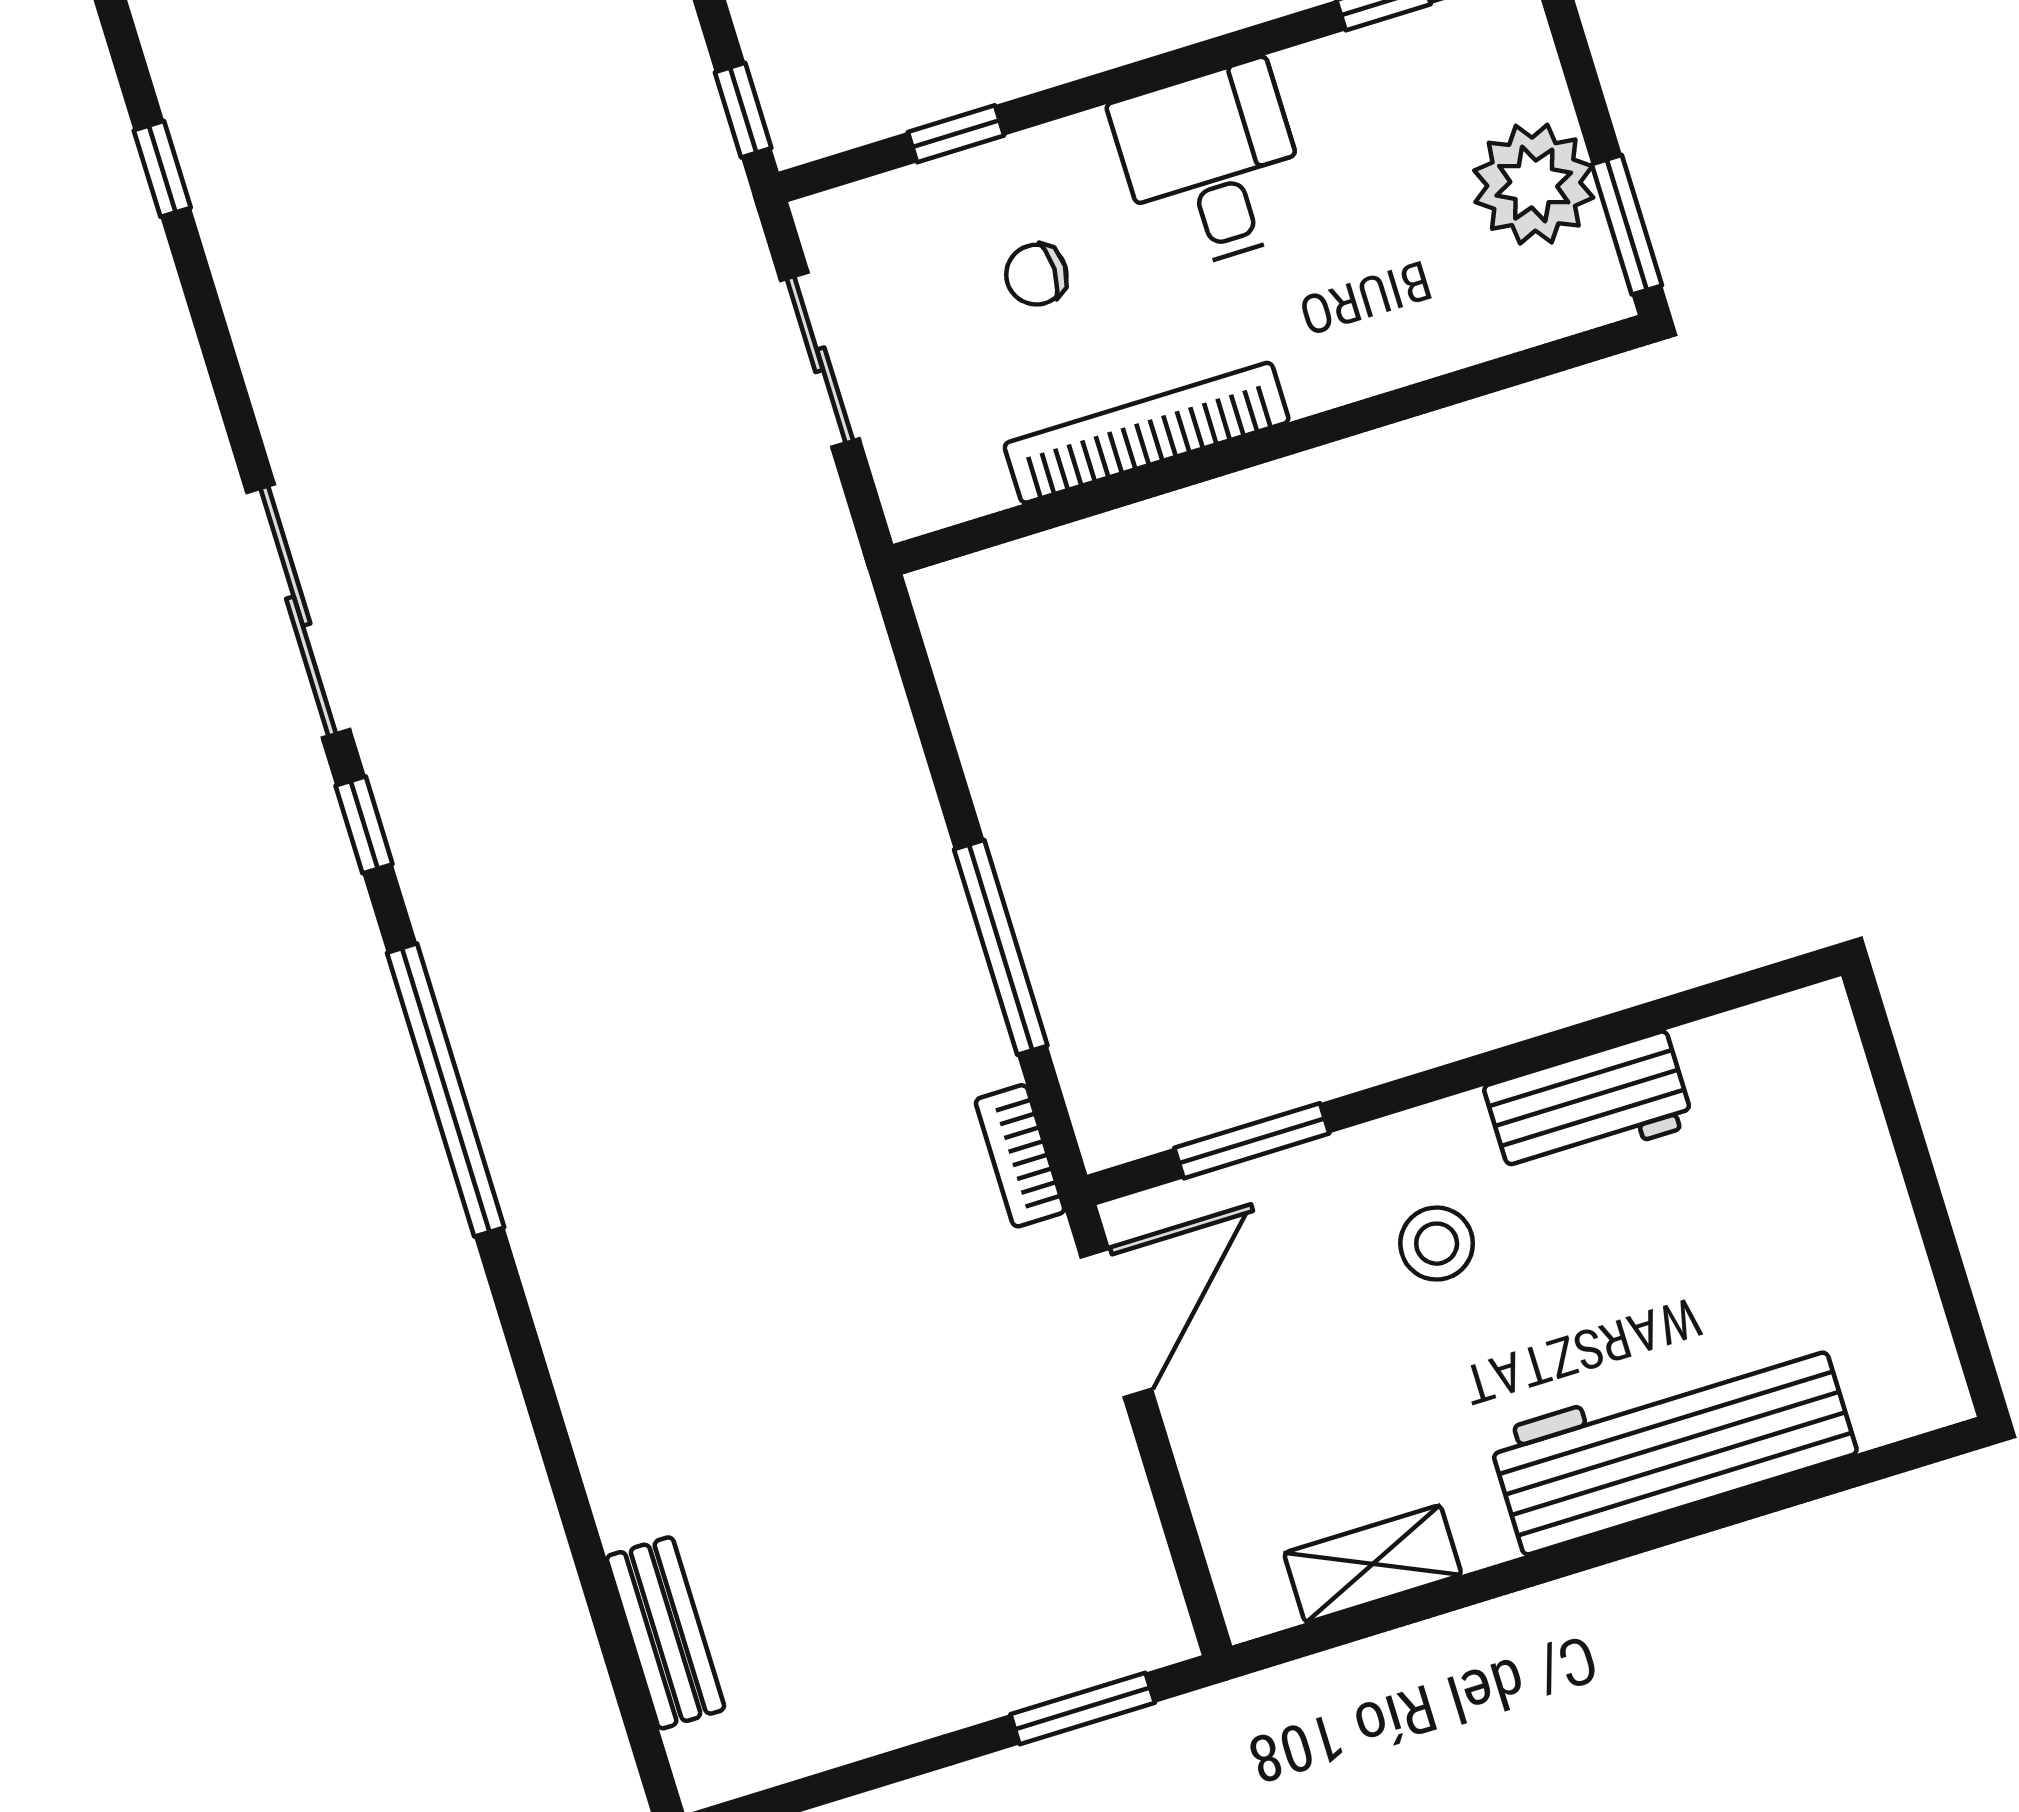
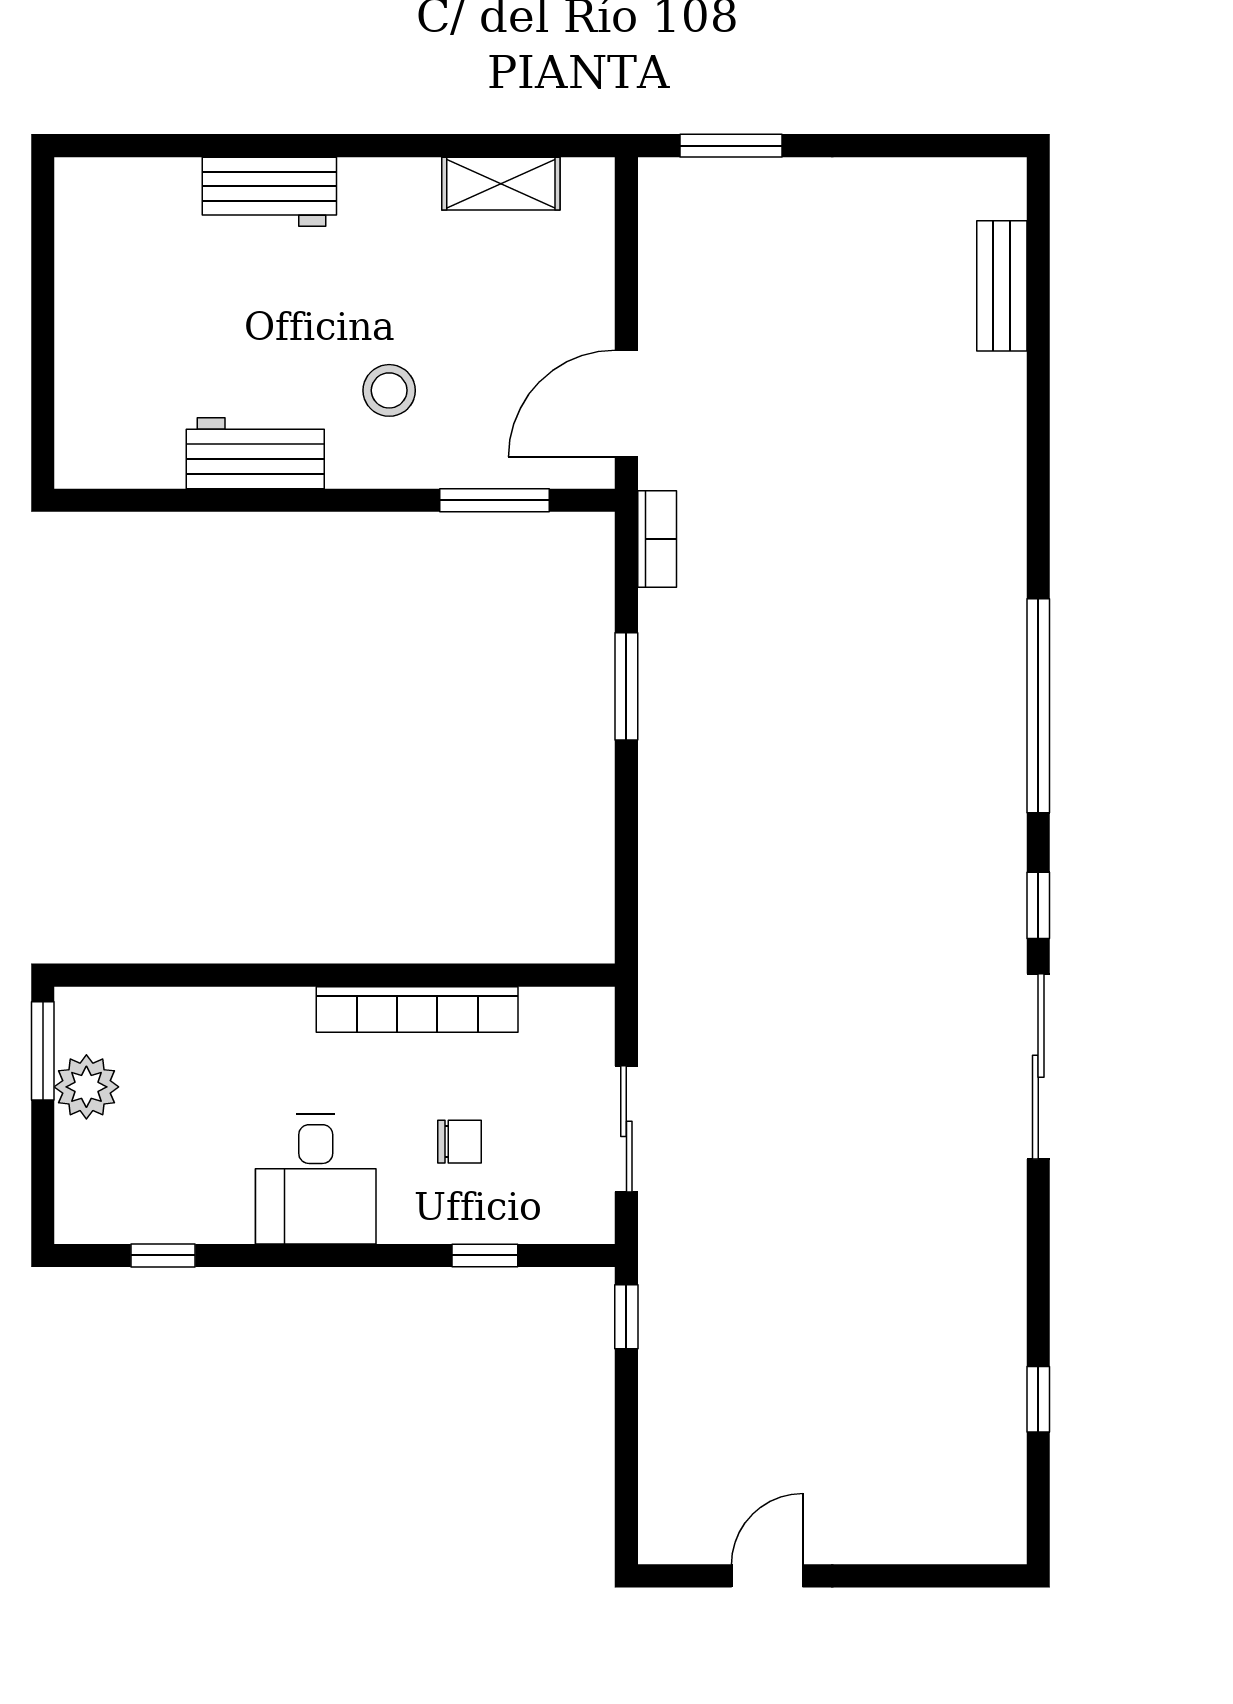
plant: (1534, 184) -> (86, 1087), width x0.73, depth x0.73
window: (1001, 947) -> (626, 686), width x0.69
workbench: (1672, 1444) -> (269, 192), width x0.53, depth x0.76

